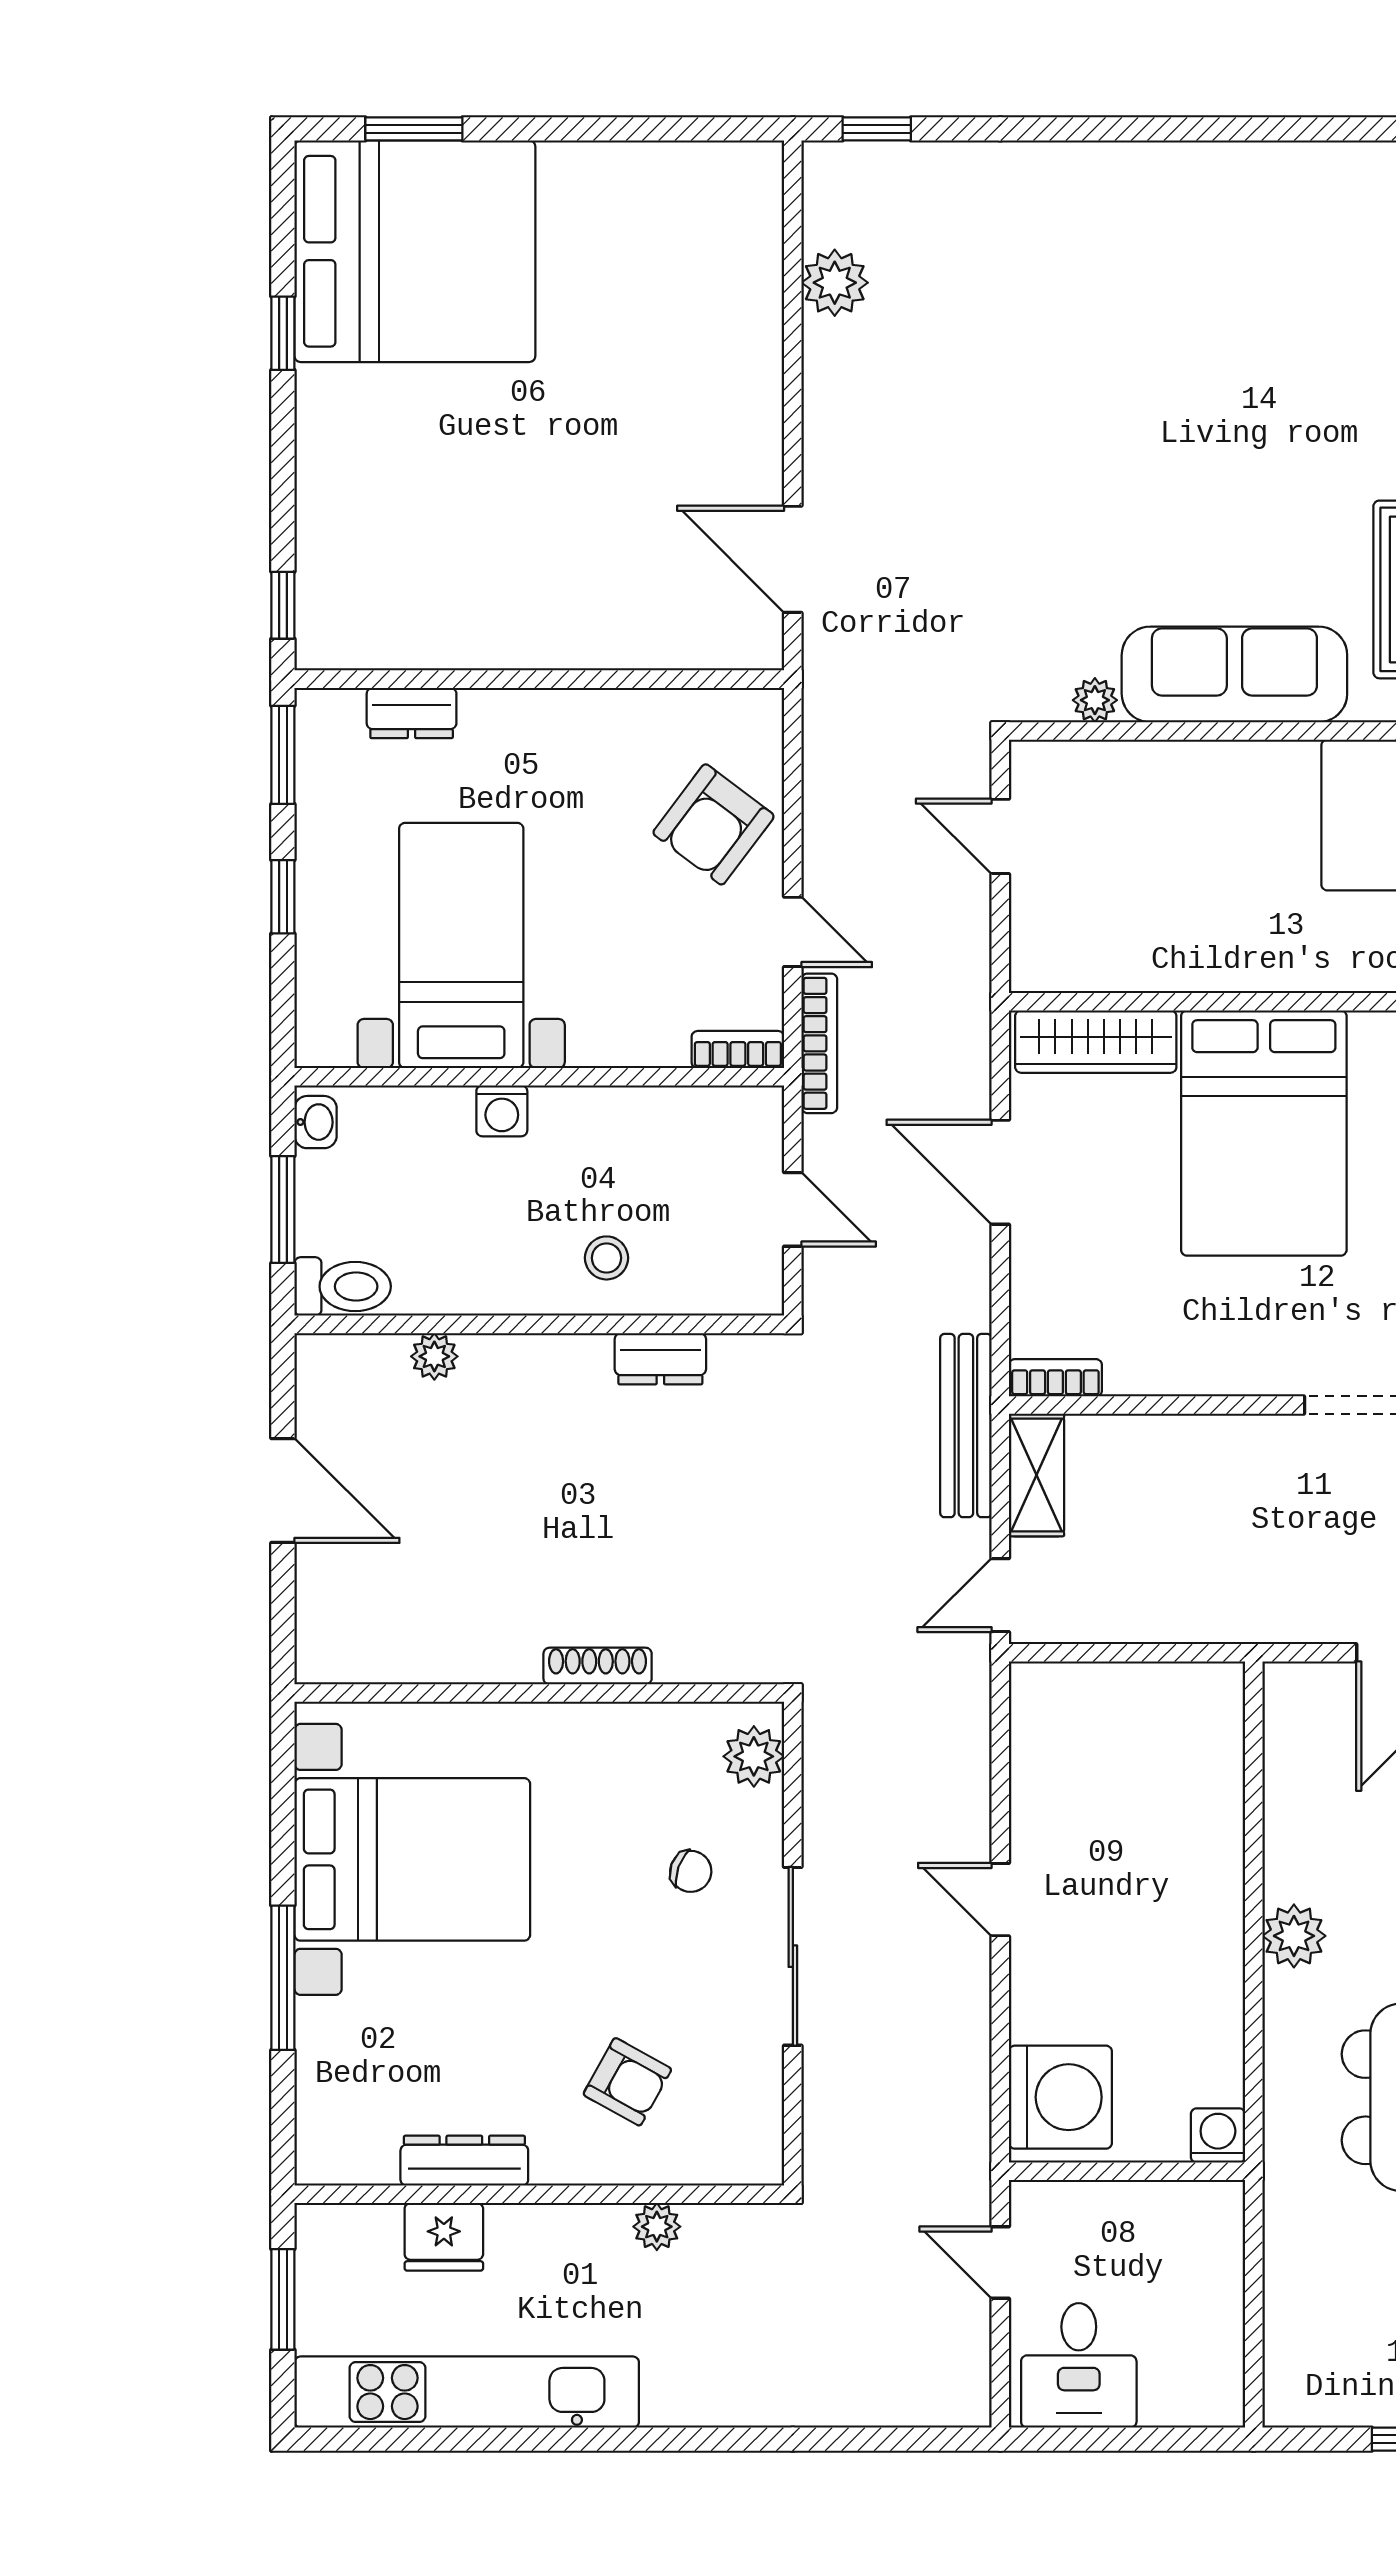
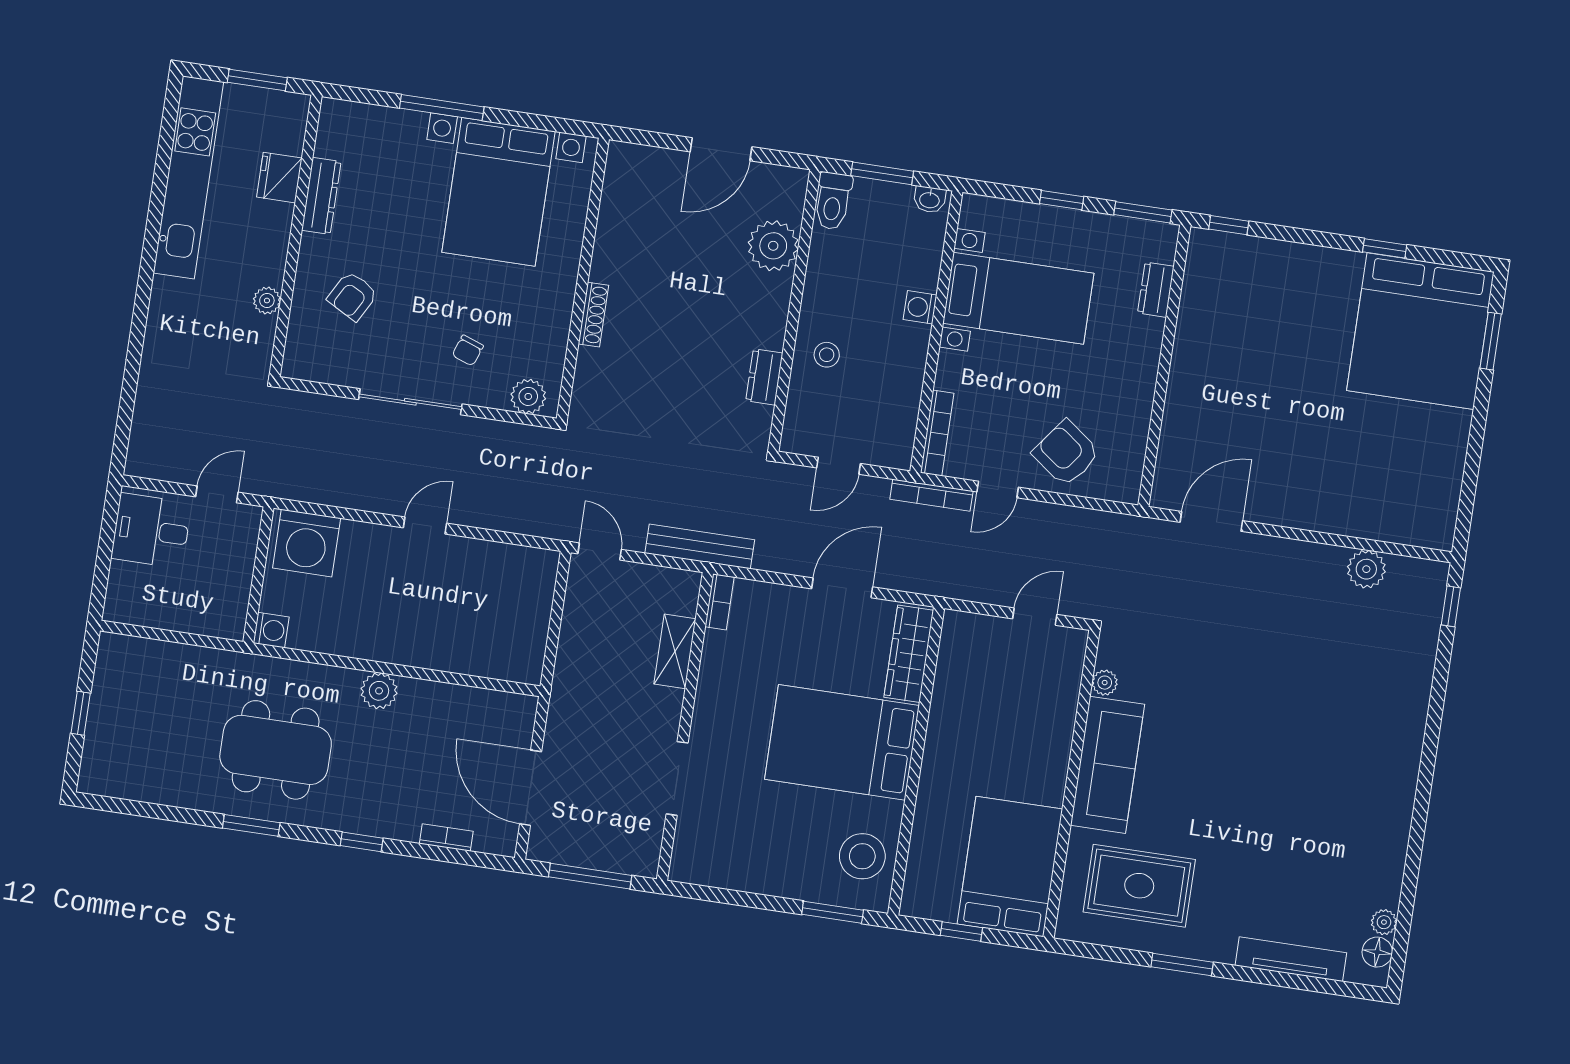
bookcase: (738, 1049) -> (937, 433), width x1.56
plant: (434, 1356) -> (773, 246), width x1.88, depth x1.88
shelving: (1036, 1475) -> (675, 651), moved, turned 90

